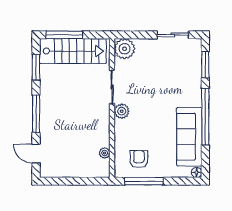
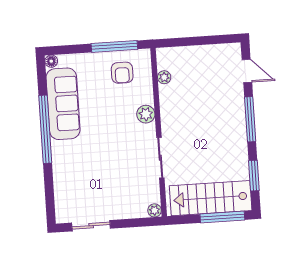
plant: (125, 49) -> (155, 210), width x0.53, depth x0.53
window: (205, 65) -> (49, 192), removed
plant: (122, 111) -> (146, 114), moved

